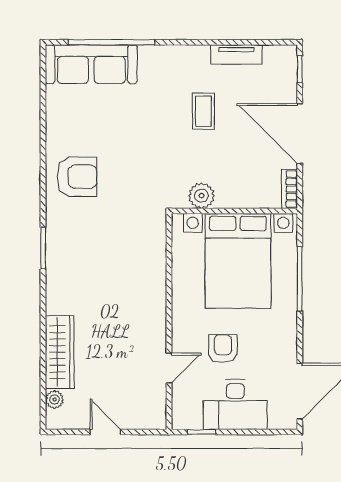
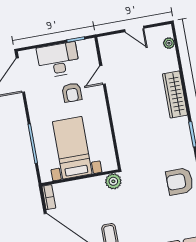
plant: (202, 196) -> (113, 181), moved
bed with nightstands: (238, 261) -> (72, 148), width x0.73
wardrobe: (60, 352) -> (175, 94), moved

